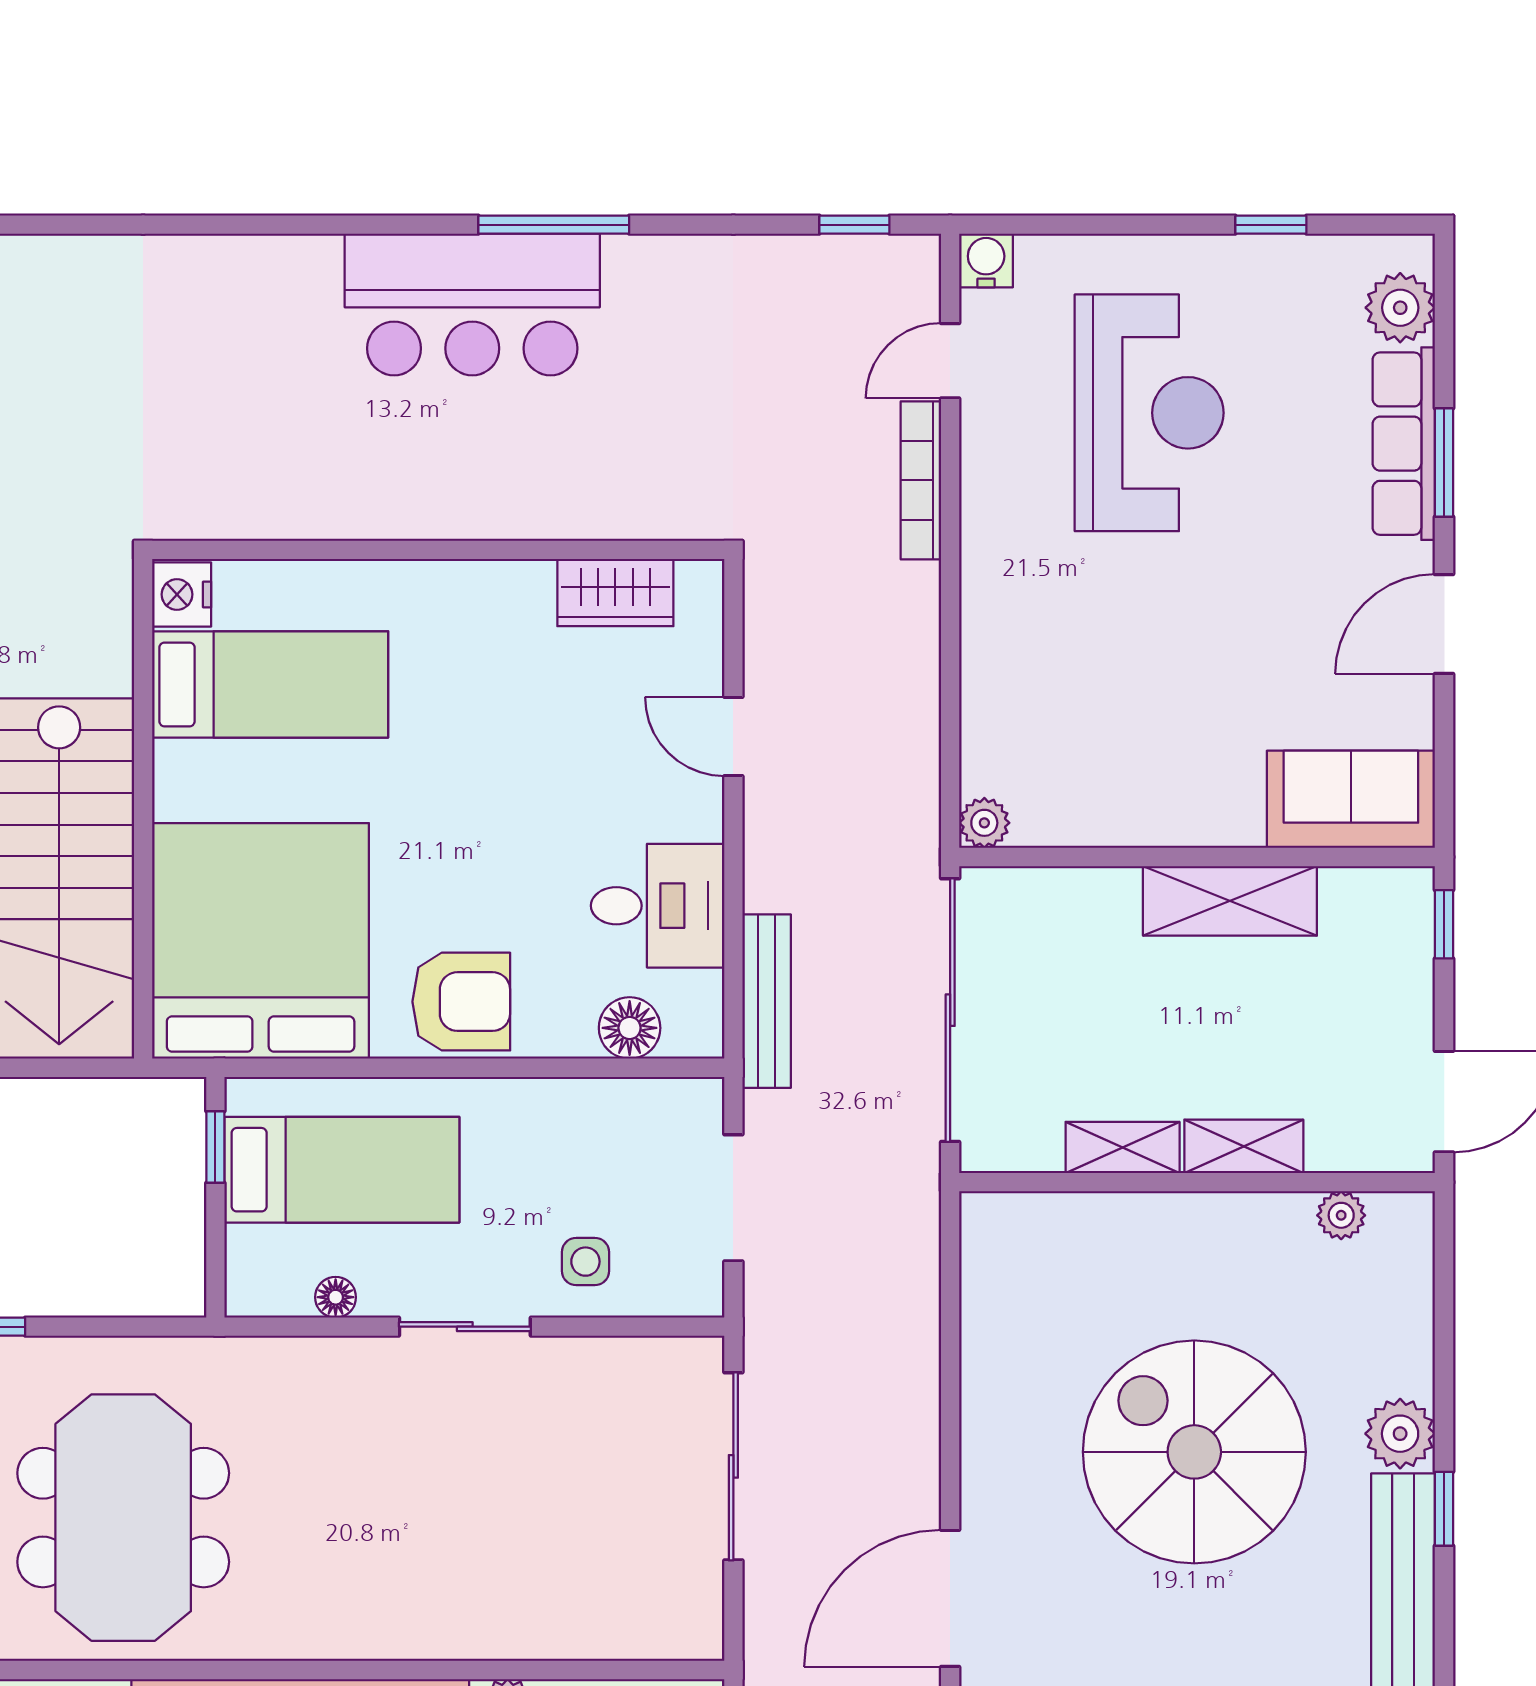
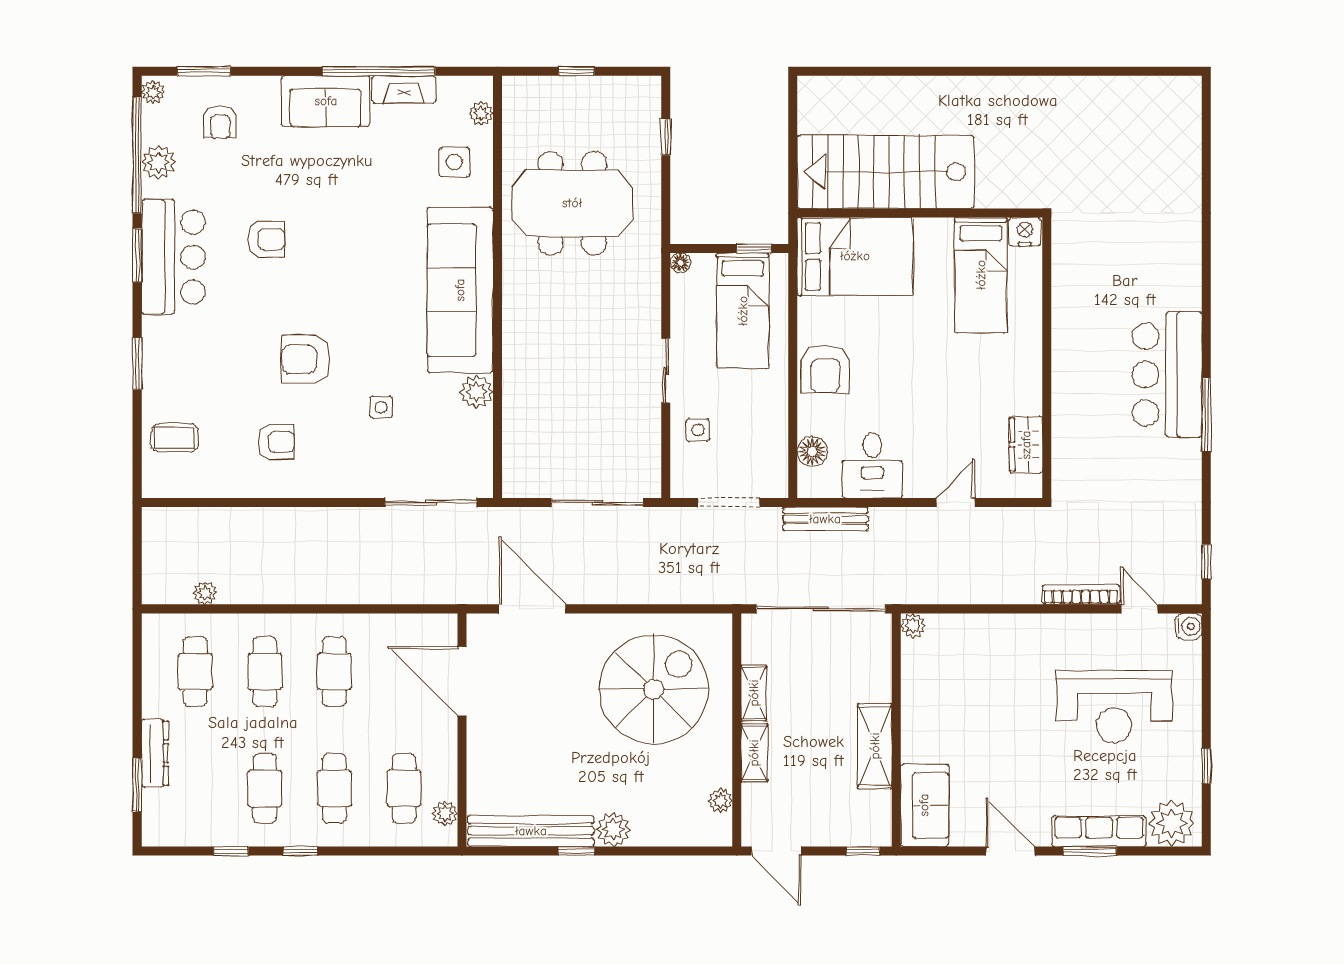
plant: (1400, 308) -> (1172, 823), width x1.36, depth x1.36
bed: (261, 941) -> (855, 256), width x0.73
floor lamp: (336, 1297) -> (680, 263), moved
spiral stairs: (1194, 1452) -> (654, 689), moved

